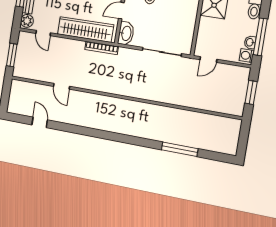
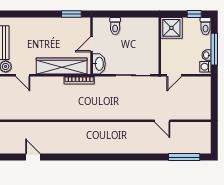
door: (62, 86) -> (162, 121), moved
window: (251, 92) -> (214, 97), removed
window: (180, 149) -> (184, 157), moved

